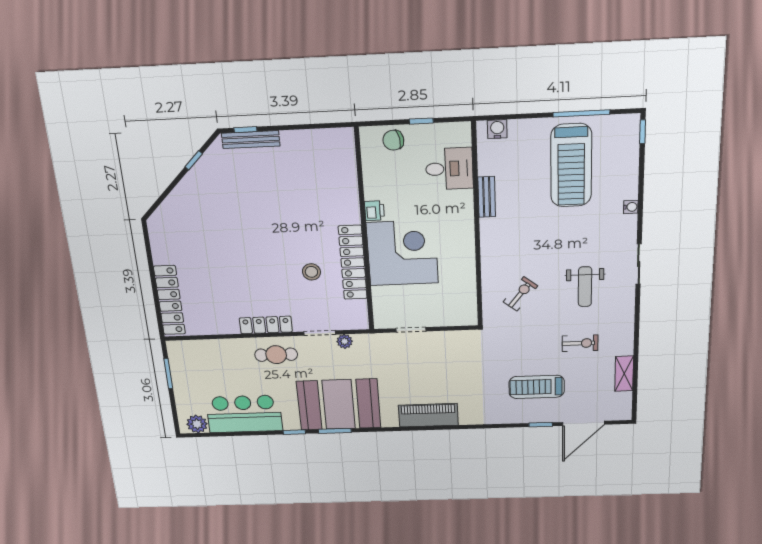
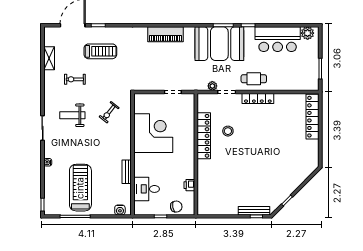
printer: (374, 211) -> (189, 185), moved
corner desk: (402, 253) -> (153, 133), moved, turned 180
weight bench: (585, 287) -> (72, 115), turned -90

